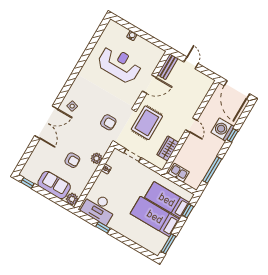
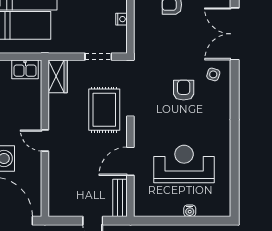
reception desk: (119, 64) -> (184, 164), turned 180
armchair: (108, 122) -> (184, 90), moved, turned 90
wardrobe: (168, 148) -> (58, 76), moved
plant: (97, 158) -> (142, 25), removed

